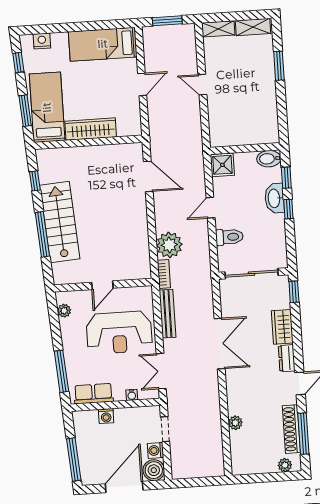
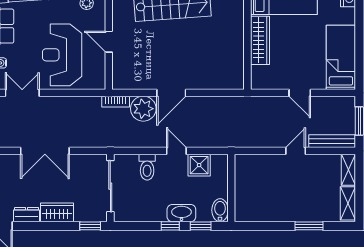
shower: (222, 165) -> (199, 165), moved
door: (148, 176) -> (171, 93), moved
bench: (167, 314) -> (332, 141), moved

